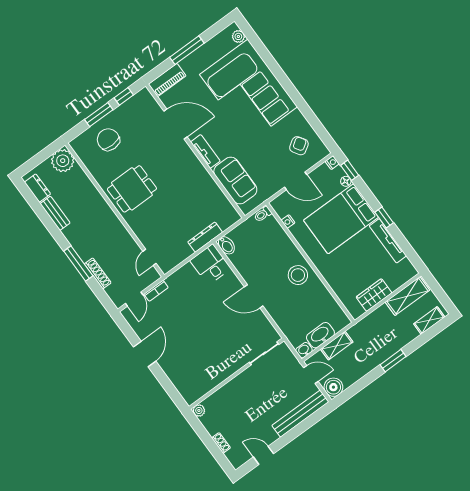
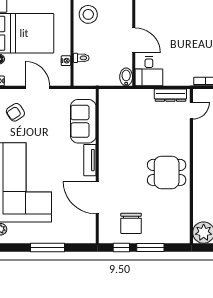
piano: (167, 80) -> (79, 236), removed
chair: (108, 140) -> (131, 223), moved
toilet: (263, 214) -> (81, 58), moved
dresser: (205, 237) -> (170, 95), moved
door: (254, 296) -> (134, 40), moved

